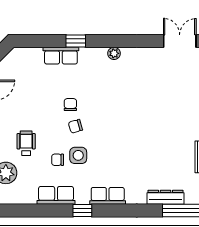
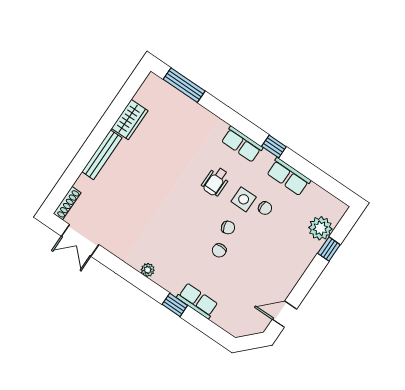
wheelchair: (26, 143) -> (216, 181), moved
dresser: (165, 197) -> (190, 107), removed

